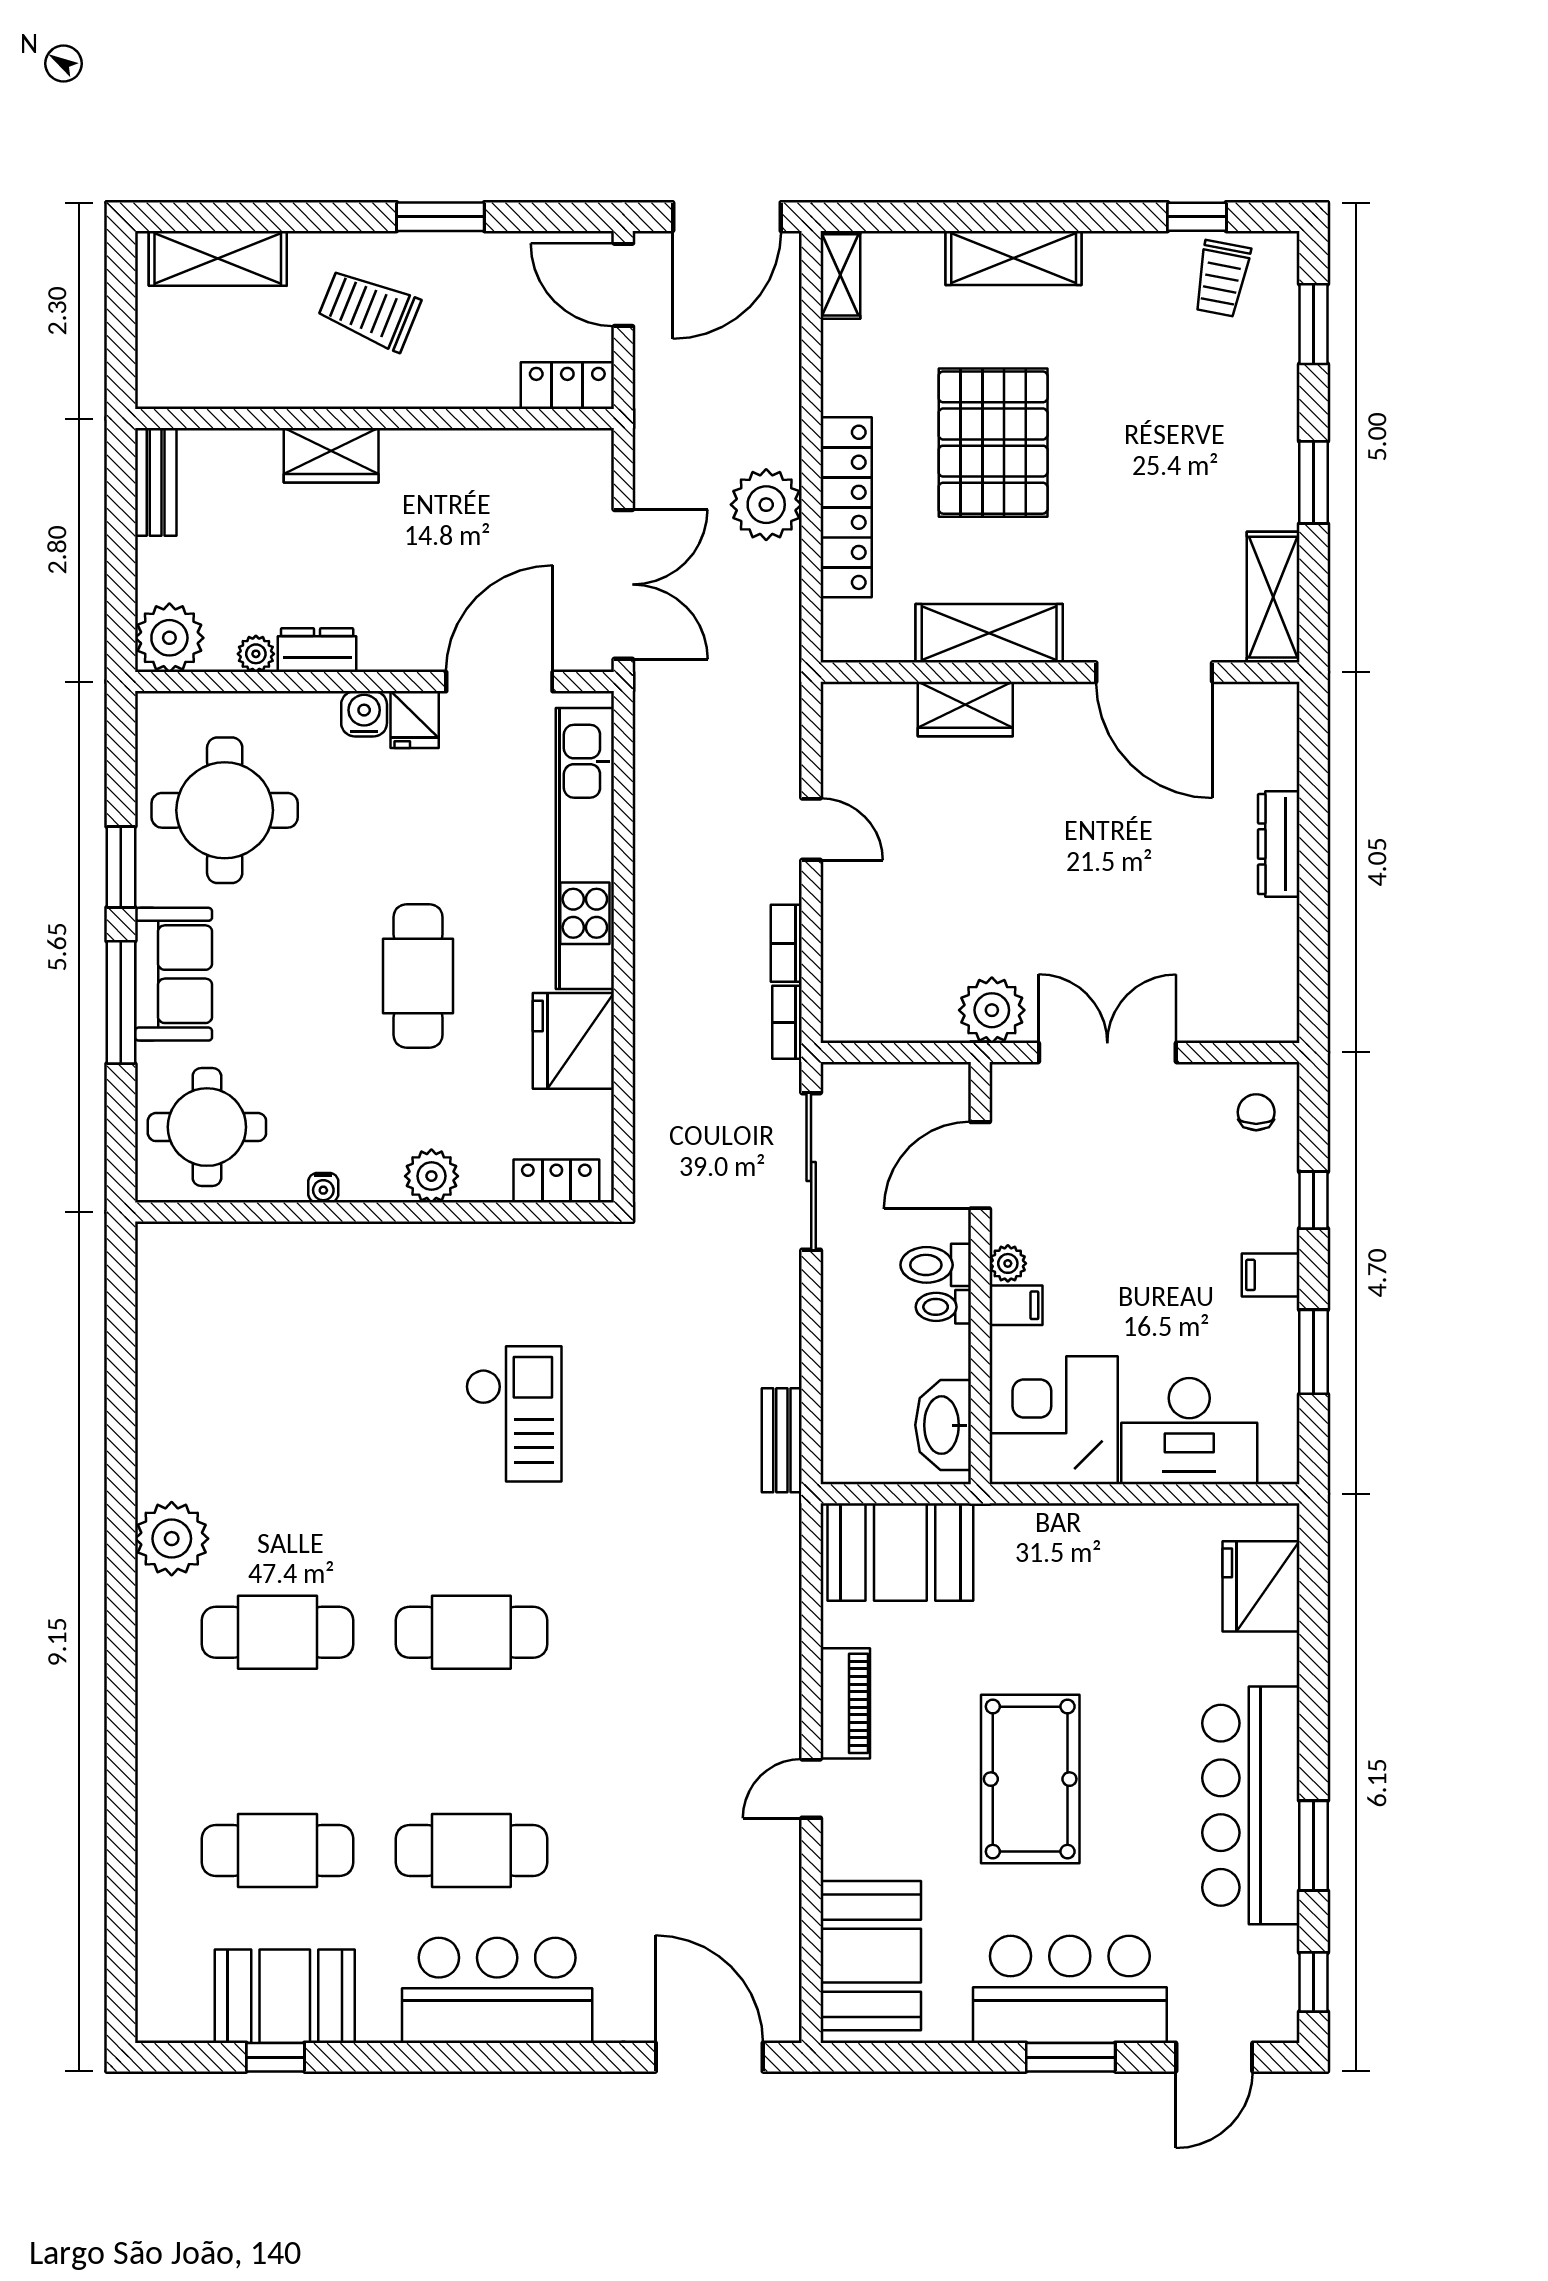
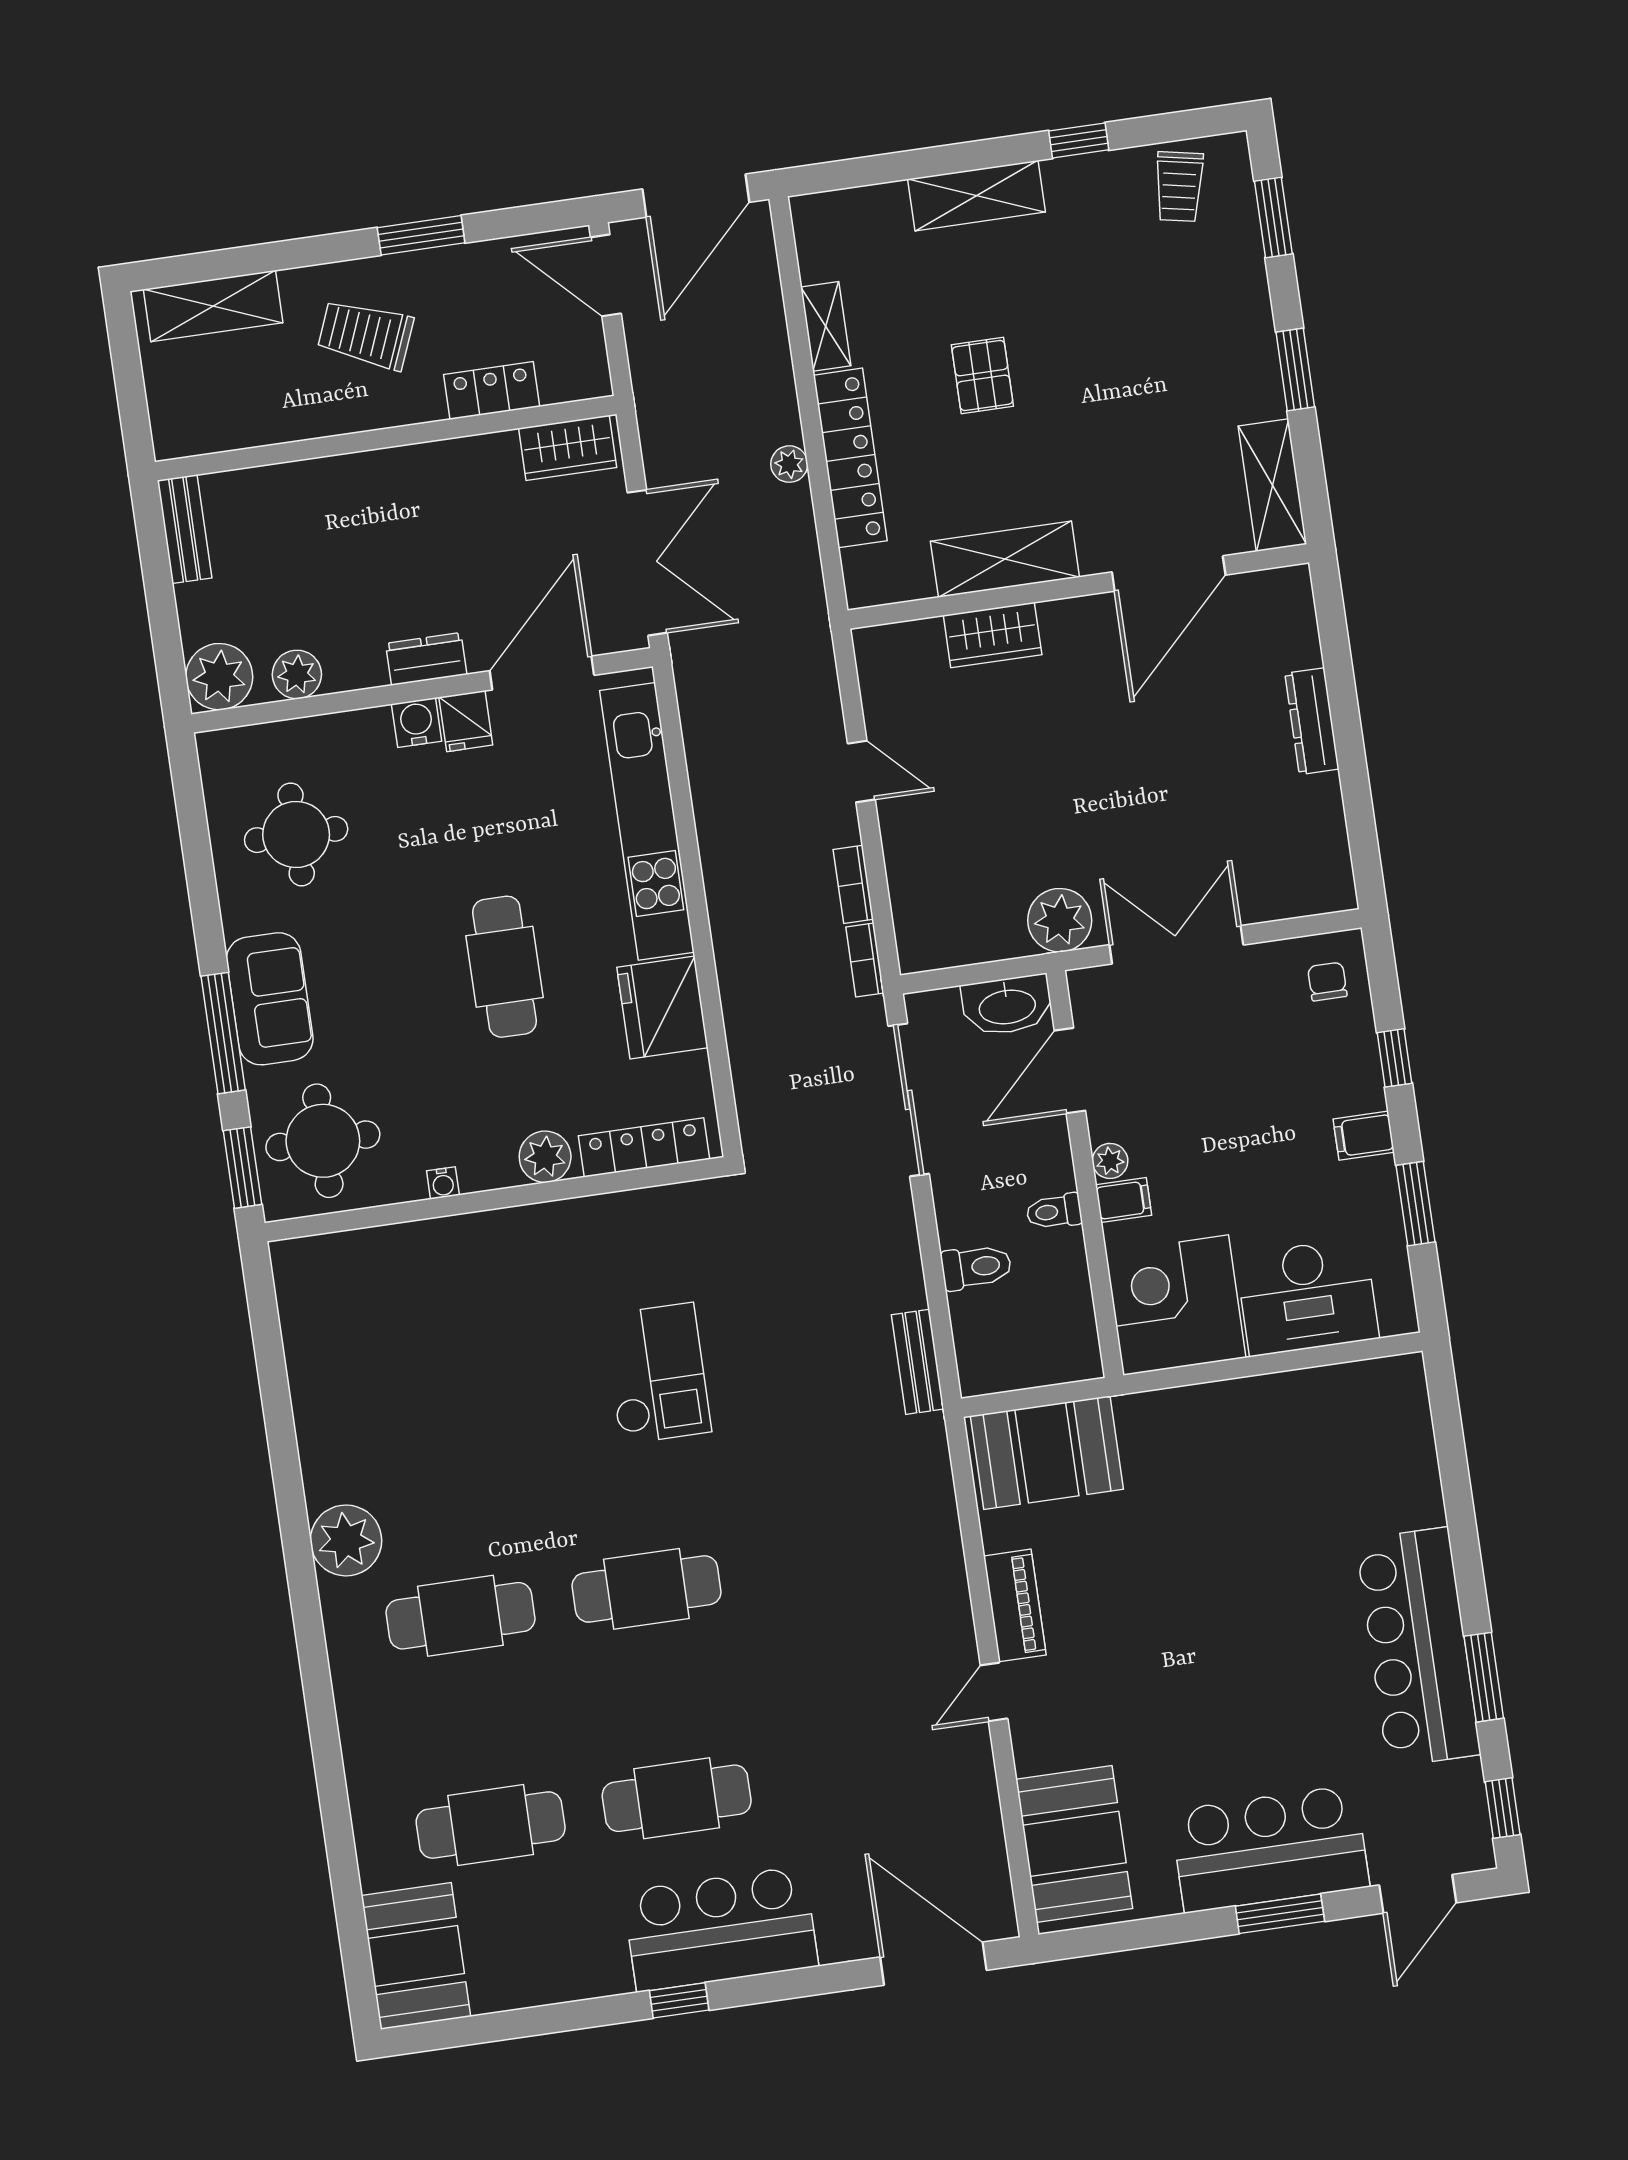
window: (1197, 217) -> (1079, 140), moved
shelving: (840, 275) -> (826, 326), moved
locker: (567, 386) -> (492, 391), moved
pallet: (993, 443) -> (982, 376), width x0.49, depth x0.50
wardrobe: (331, 455) -> (568, 448), moved
plant: (766, 505) -> (789, 464), width x0.53, depth x0.53
dresser: (317, 650) -> (426, 659), moved
plant: (256, 654) -> (297, 674), width x1.38, depth x1.38
door: (1154, 672) -> (1169, 573), hinge flipped
round table: (225, 810) -> (296, 834), width x0.73, depth x0.73
window: (121, 867) -> (243, 1168), moved
locker: (556, 1181) -> (644, 1147), width x1.53
toilet: (936, 1265) -> (976, 1267), moved, turned 180
washbasin: (943, 1425) -> (1007, 1005), moved, turned -90
fridge: (1261, 1586) -> (1398, 1436), removed
pool table: (1030, 1779) -> (1203, 1652), removed
booth: (285, 1996) -> (416, 1956), moved, turned 90
window: (275, 2057) -> (679, 2000), moved

